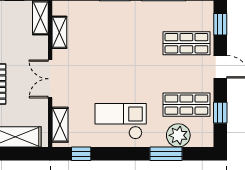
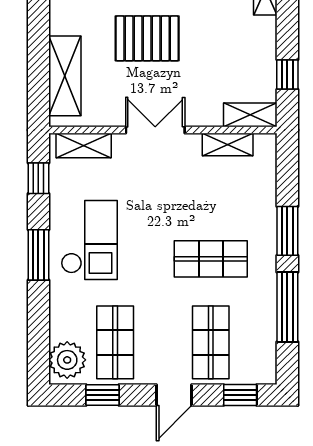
shop shelf: (133, 43) -> (211, 259), added
plant: (178, 135) -> (67, 360), moved
window: (166, 154) -> (38, 255), moved

